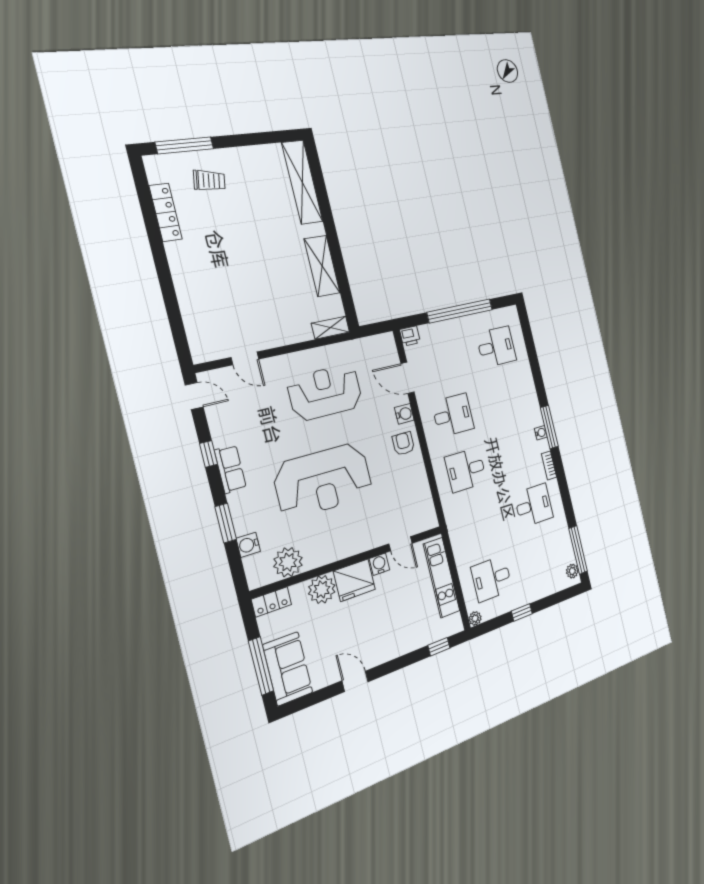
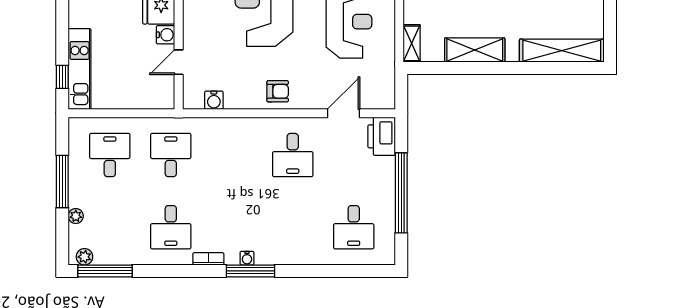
printer: (410, 336) -> (382, 136), width x1.87, depth x1.48
water cooler: (404, 414) -> (214, 100), moved
desk: (466, 470) -> (171, 155), moved
kitchen unit: (442, 577) -> (80, 69), moved, turned 90
window: (522, 612) -> (62, 181), width x2.17
plant: (475, 618) -> (76, 216), moved

